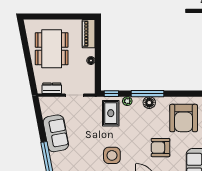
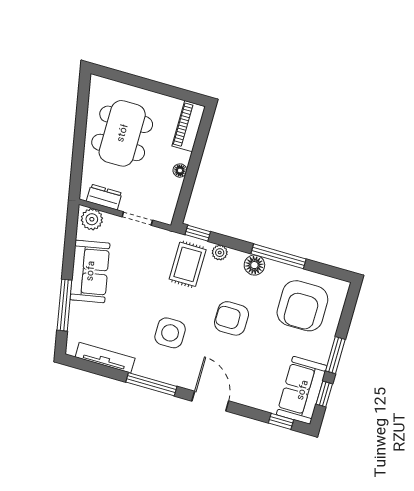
window: (148, 94) -> (278, 256), moved
plant: (48, 103) -> (92, 219), added
armchair: (160, 148) -> (231, 318), moved

